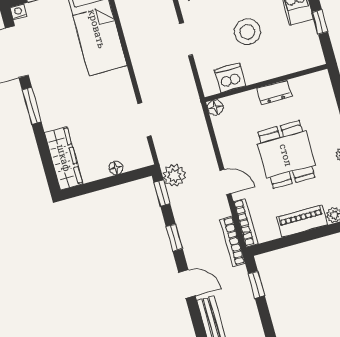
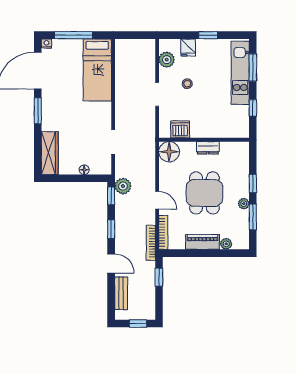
stool: (247, 32) -> (187, 84), moved, width x0.53, depth x0.53
floor lamp: (215, 107) -> (169, 152), width x1.89, depth x1.89

